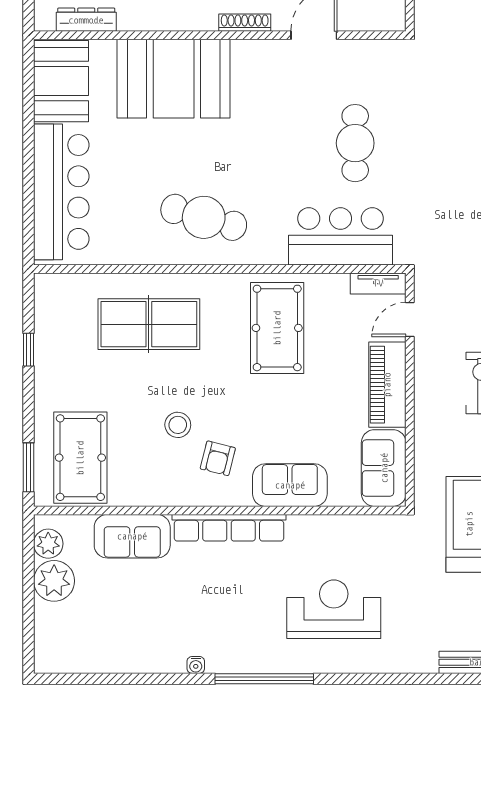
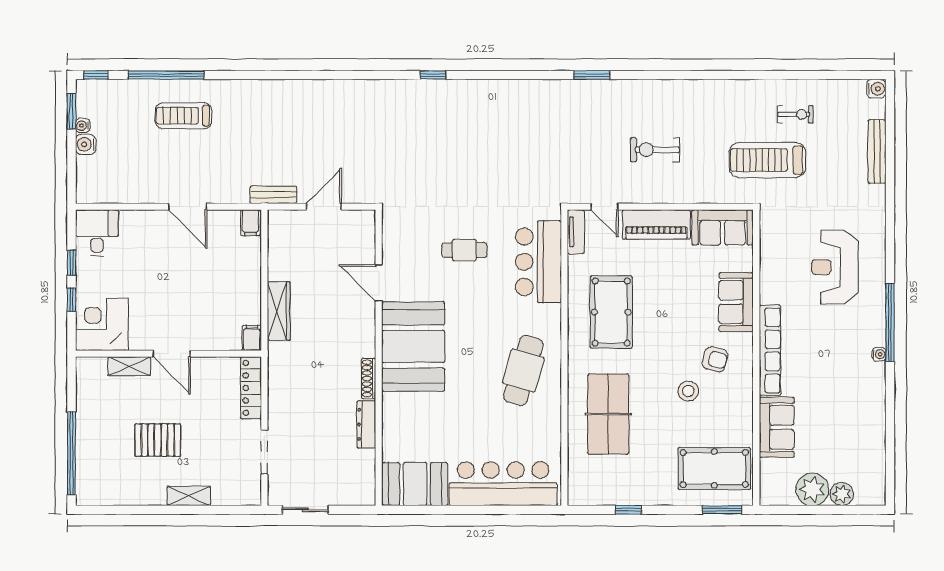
dresser: (86, 20) -> (366, 424), moved
shoe rack: (245, 23) -> (369, 378), moved
booth: (174, 79) -> (413, 346), moved
cafe table: (355, 143) -> (464, 250), width x0.73, depth x0.74
pool table: (277, 328) -> (611, 312), turned 90
plant: (48, 544) -> (842, 494), moved
water cooler: (196, 665) -> (879, 354), moved

